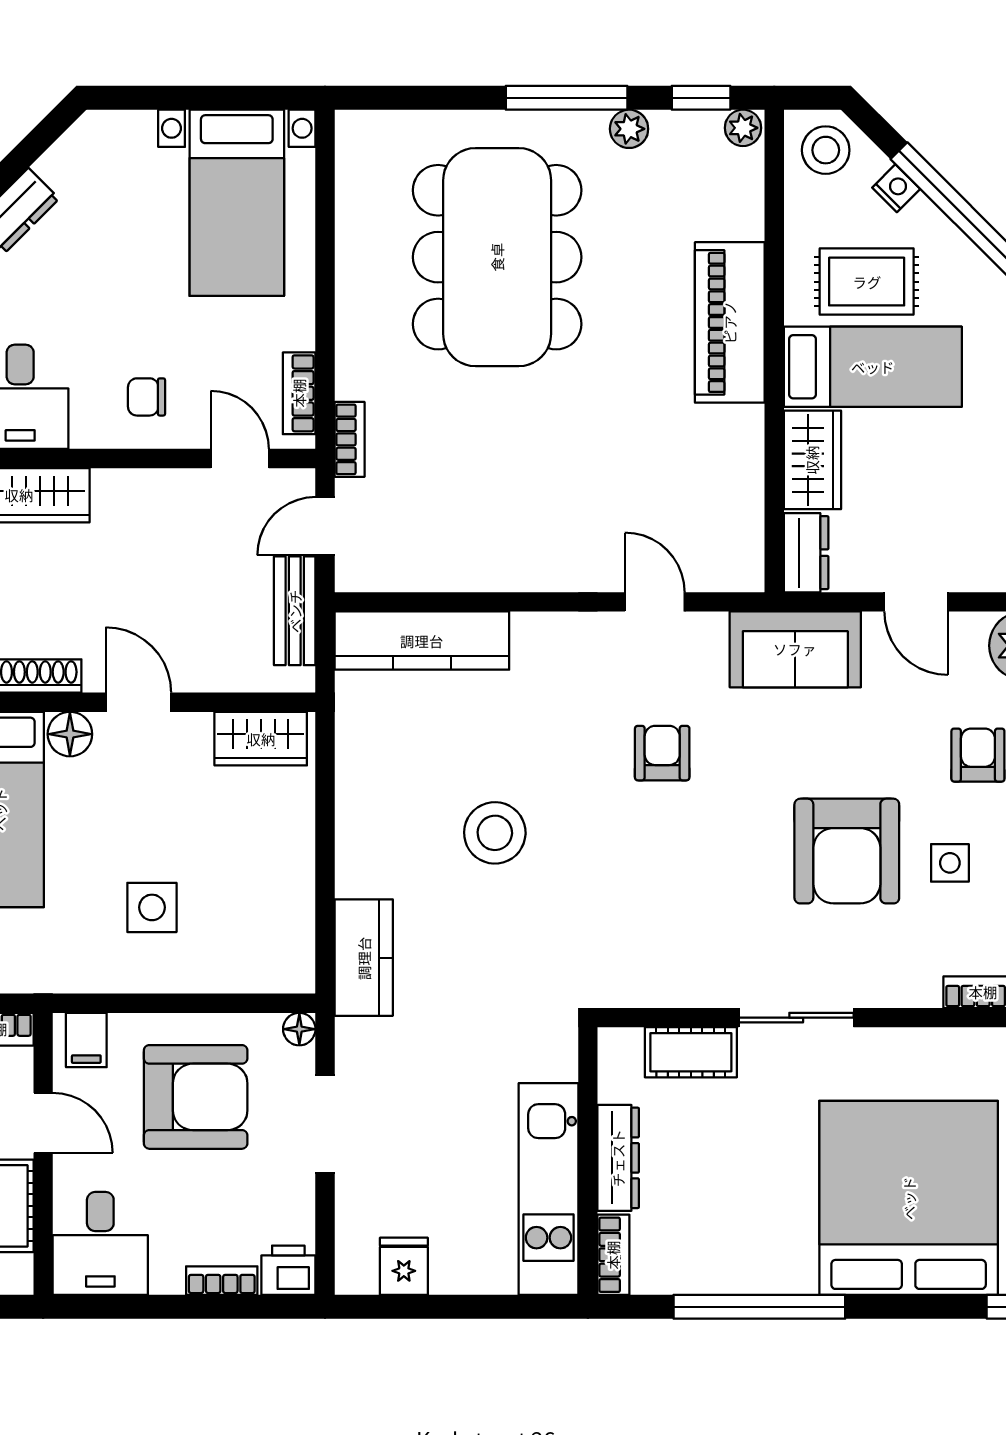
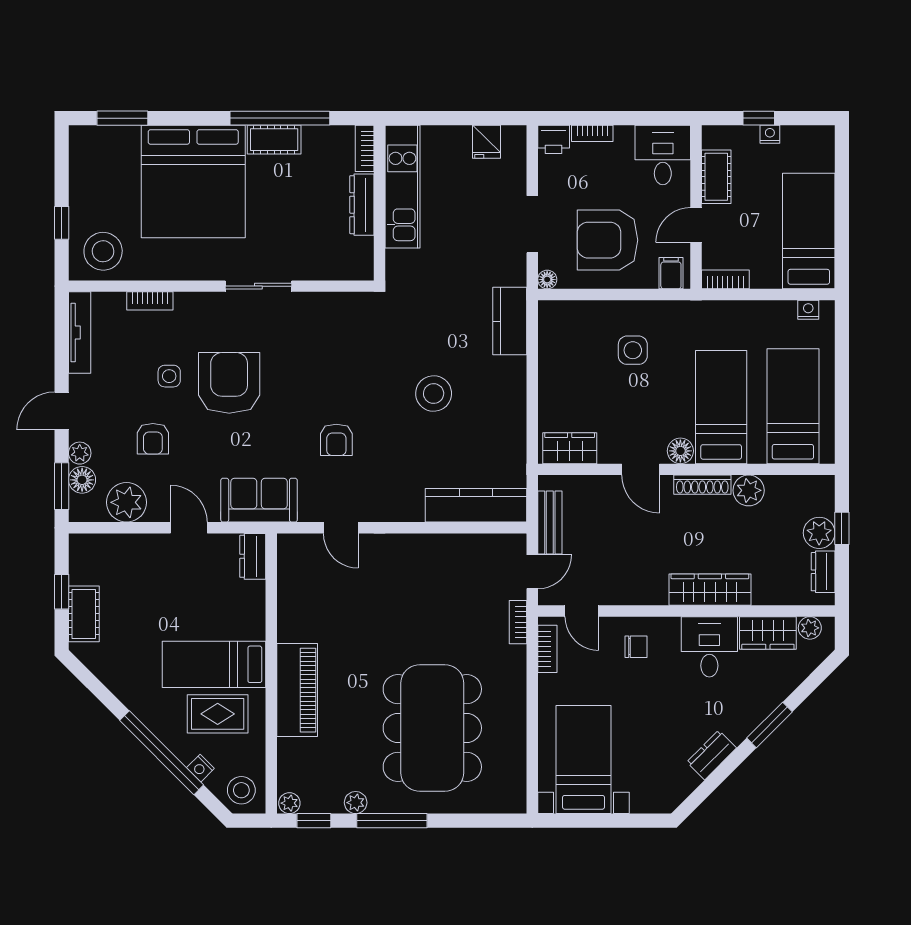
wardrobe: (812, 460) -> (249, 610), removed
cot: (691, 1052) -> (274, 140), moved
door: (43, 1123) -> (696, 225), hinge flipped

